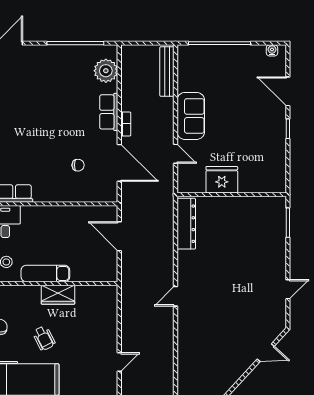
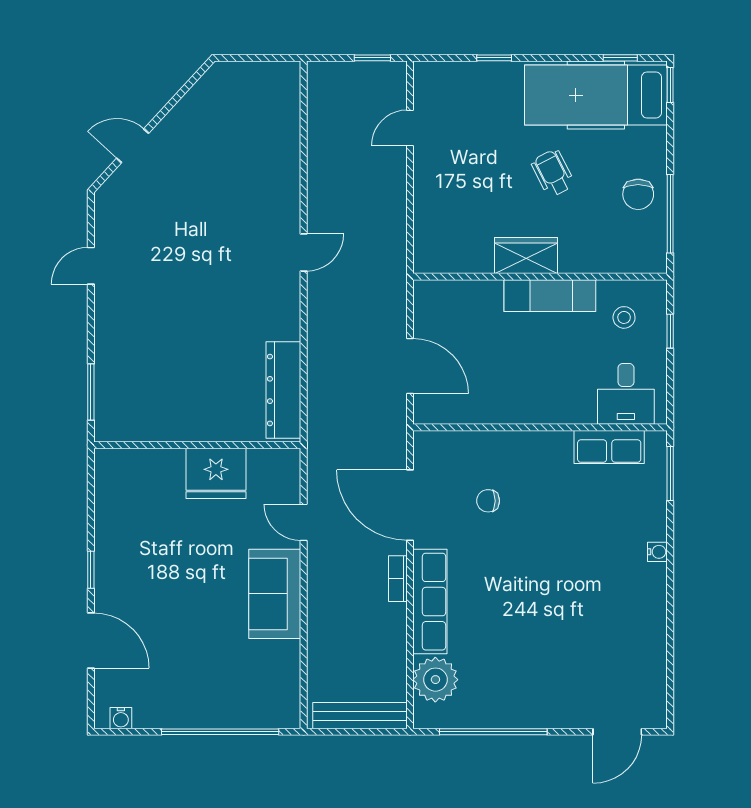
bench: (167, 72) -> (360, 716), moved, turned 90
row of seats: (109, 112) -> (430, 602), width x1.48

